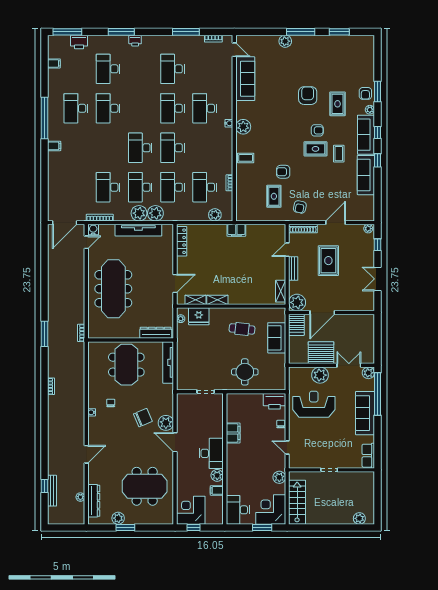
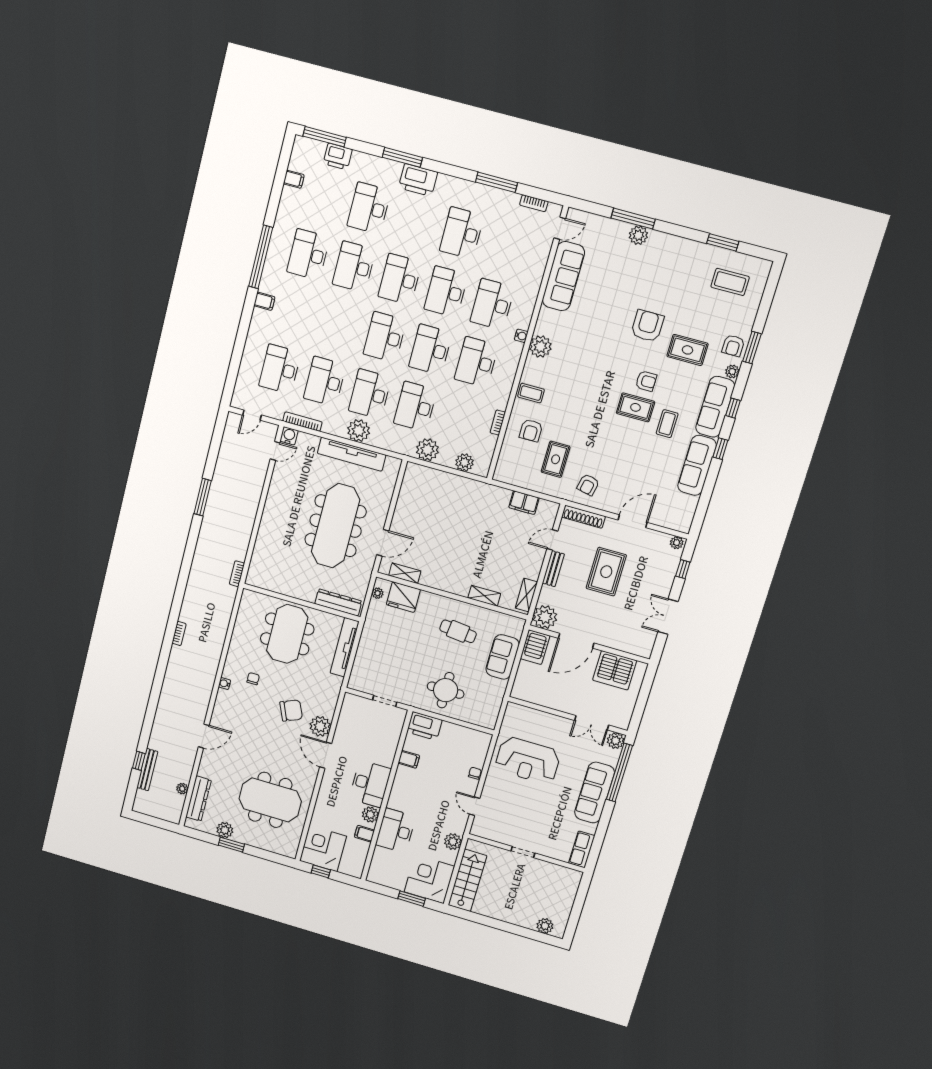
window: (301, 32) -> (633, 219), moved
printer: (135, 41) -> (418, 180), width x1.87, depth x1.48
door: (234, 50) -> (560, 228), hinge flipped
coffee table: (351, 55) -> (730, 282), added
rug: (338, 104) -> (687, 350), turned 90
desk: (140, 108) -> (400, 279), added
armchair: (283, 172) -> (531, 430), moved, turned -90
desk: (76, 187) -> (280, 369), added
desk: (205, 187) -> (476, 362), moved
plant: (155, 213) -> (427, 450), moved
door: (65, 223) -> (252, 415), width x0.53
filing cabinet: (236, 230) -> (524, 503), moved
locker: (182, 241) -> (408, 487), removed
meeting table: (113, 289) -> (336, 526), moved
shelving: (217, 300) -> (484, 596), moved
window: (45, 334) -> (203, 497), moved
server rack: (321, 353) -> (615, 670), moved, turned 180
double door: (349, 365) -> (592, 723), swing flipped
plant: (320, 375) -> (548, 724), removed
printer: (274, 401) -> (424, 726), moved
reception desk: (314, 404) -> (528, 760), turned 180
filing cabinet: (233, 433) -> (409, 759), width x0.50
desk: (238, 510) -> (396, 831), moved

